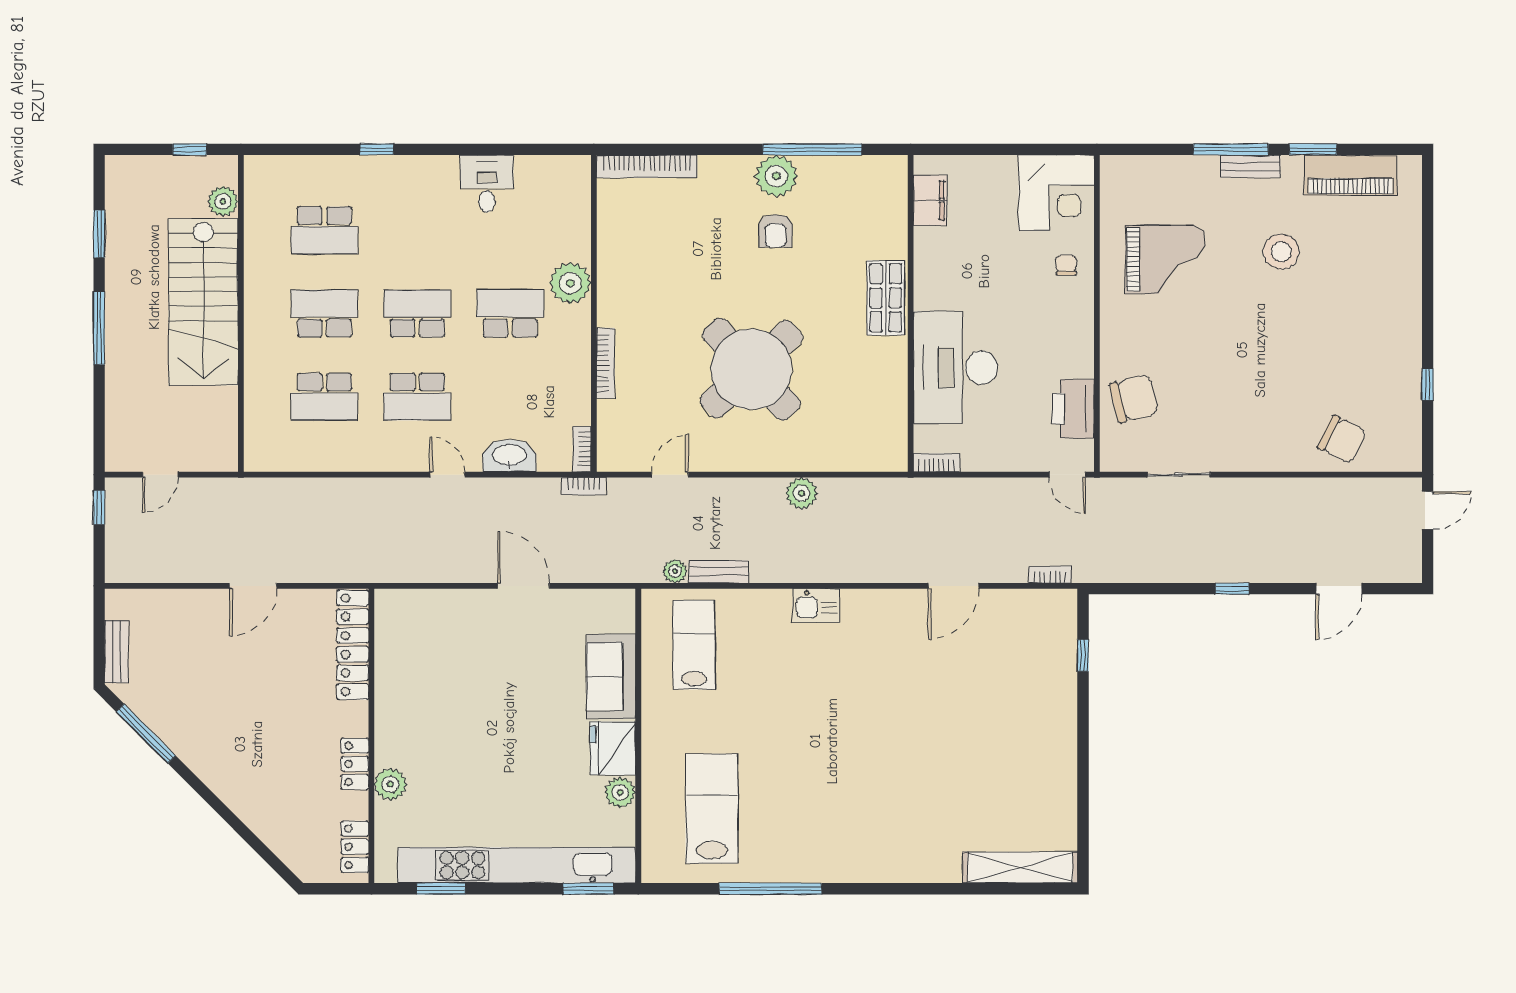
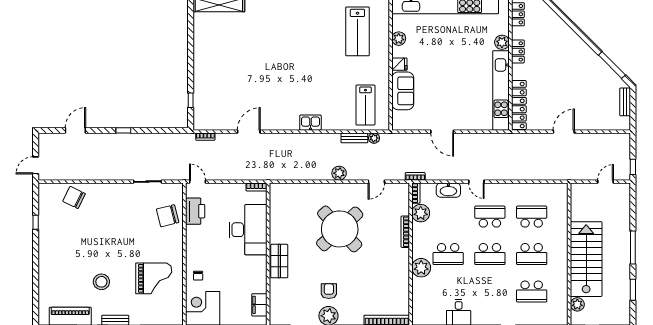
school desk: (324, 230) -> (532, 291), turned 180
grand piano: (1165, 259) -> (154, 278), turned 180
plant: (571, 404) -> (421, 213), added
plant: (801, 493) -> (339, 173), moved
kitchen unit: (393, 677) -> (501, 90), added
fridge: (613, 748) -> (399, 64), width x0.53, depth x0.75

